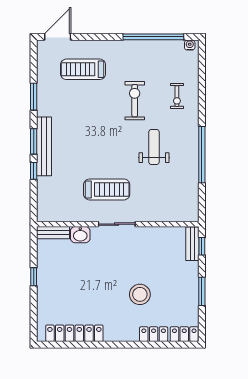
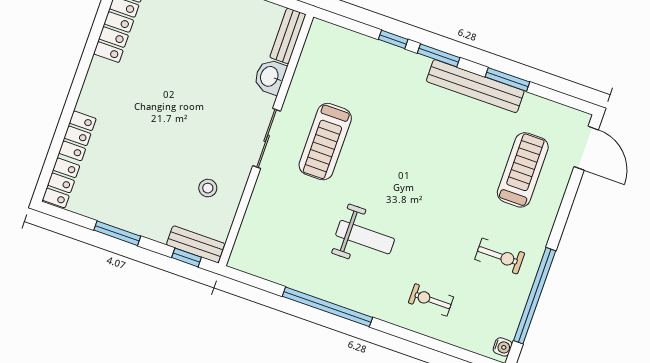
exercise bike: (135, 101) -> (500, 256), moved, width x0.73, depth x0.72
bench: (44, 146) -> (475, 86), moved
stool: (140, 294) -> (208, 188), moved, width x0.53, depth x0.53

